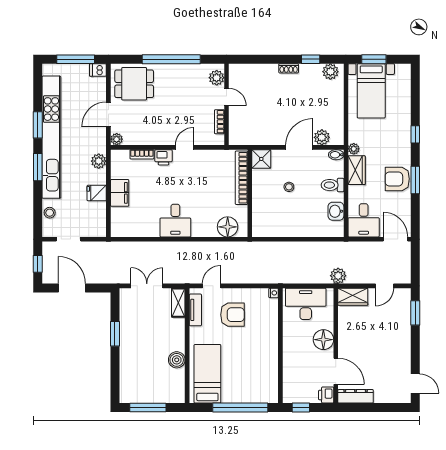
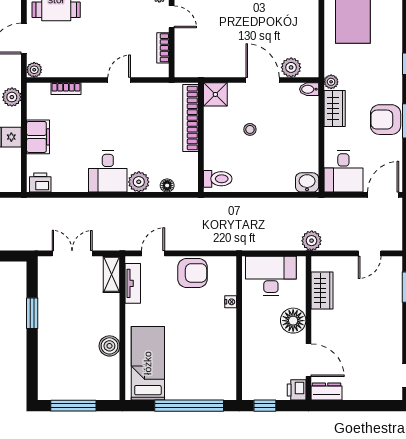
door: (299, 147) -> (263, 80), hinge flipped
printer: (163, 157) -> (40, 183), moved, turned 180
toilet: (333, 185) -> (218, 179), moved, turned 180
washbasin: (336, 211) -> (307, 182), moved, turned 90
floor lamp: (228, 227) -> (167, 185), width x0.53, depth x0.53
plant: (200, 229) -> (139, 182), added
door: (395, 239) -> (383, 195), hinge flipped
nightstand: (274, 293) -> (231, 302), moved
wardrobe: (353, 297) -> (322, 291), moved, turned -90
armchair: (232, 315) -> (193, 273), moved
dresser: (356, 396) -> (327, 391), width x0.70

